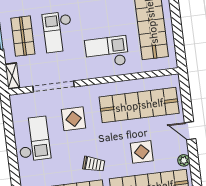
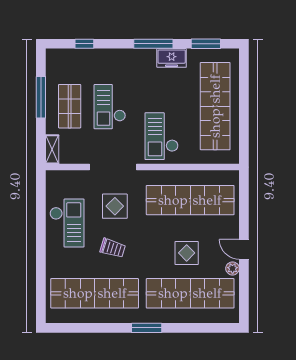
checkout: (107, 52) -> (162, 136), turned -90
doorway: (54, 86) -> (113, 167), moved
door: (190, 131) -> (244, 249), moved
trolley: (94, 164) -> (113, 248), moved

